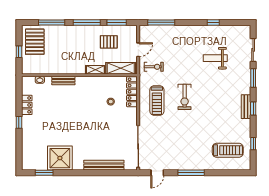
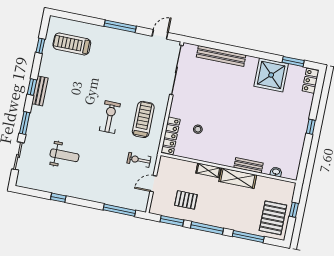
shelving: (121, 68) -> (238, 178), moved
locker: (27, 105) -> (311, 81), moved

